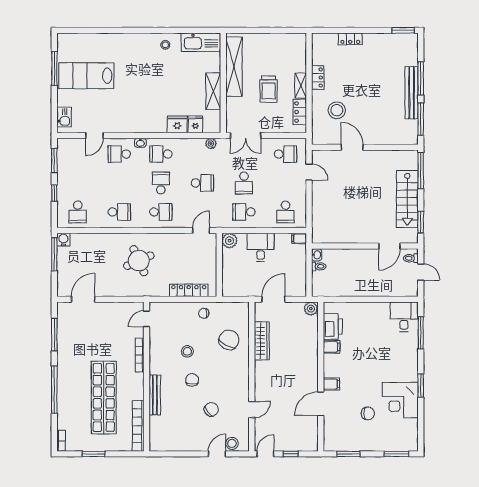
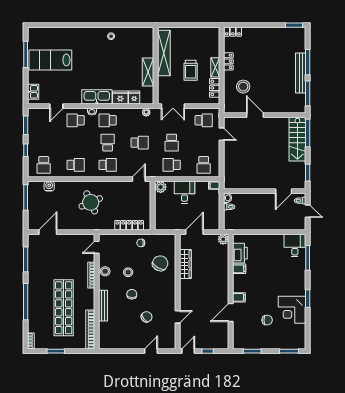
locker: (350, 39) -> (233, 32), moved
kitchen sink: (201, 42) -> (97, 97), moved, turned 180
stairs: (407, 199) -> (297, 139), moved
water cooler: (63, 240) -> (49, 186), moved
stool: (232, 443) -> (105, 271), moved

